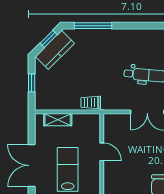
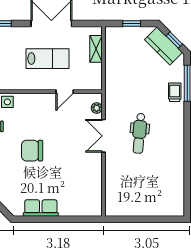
trolley: (91, 103) -> (175, 92), moved
plant: (119, 119) -> (97, 108), added

